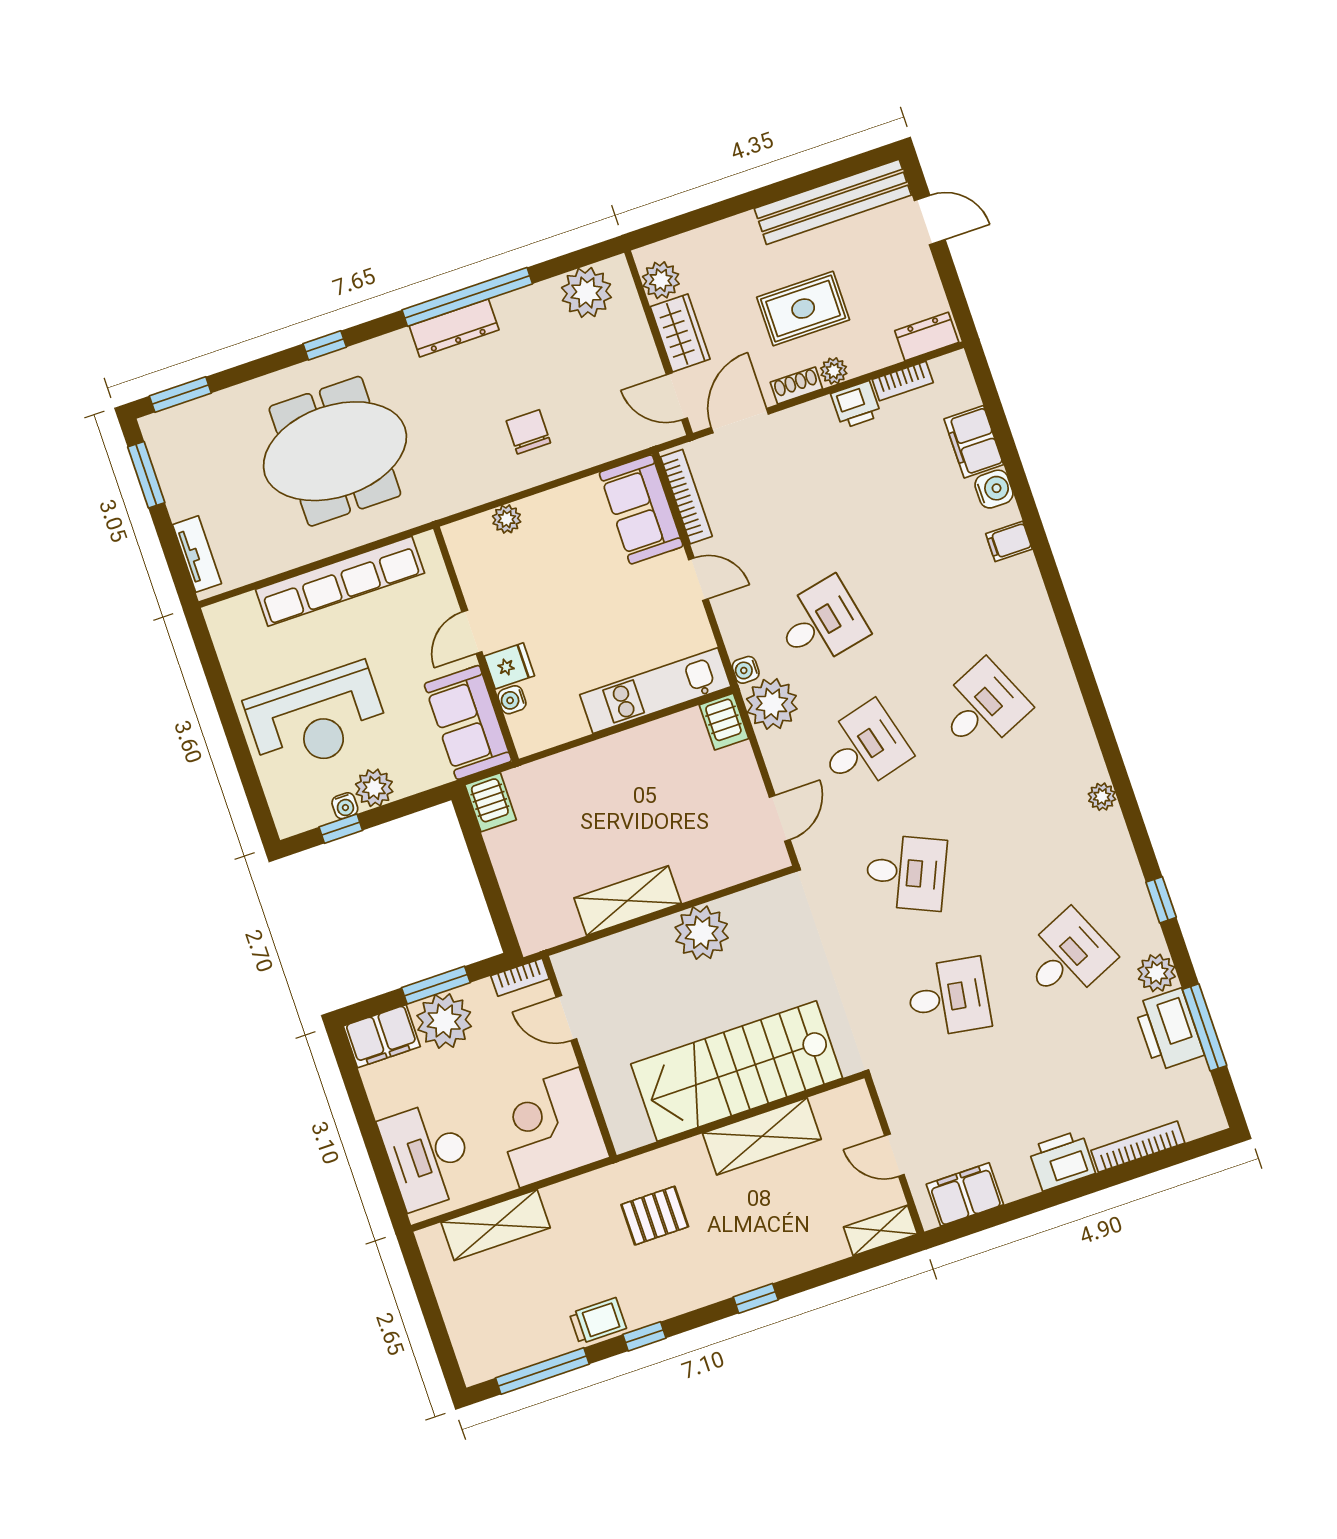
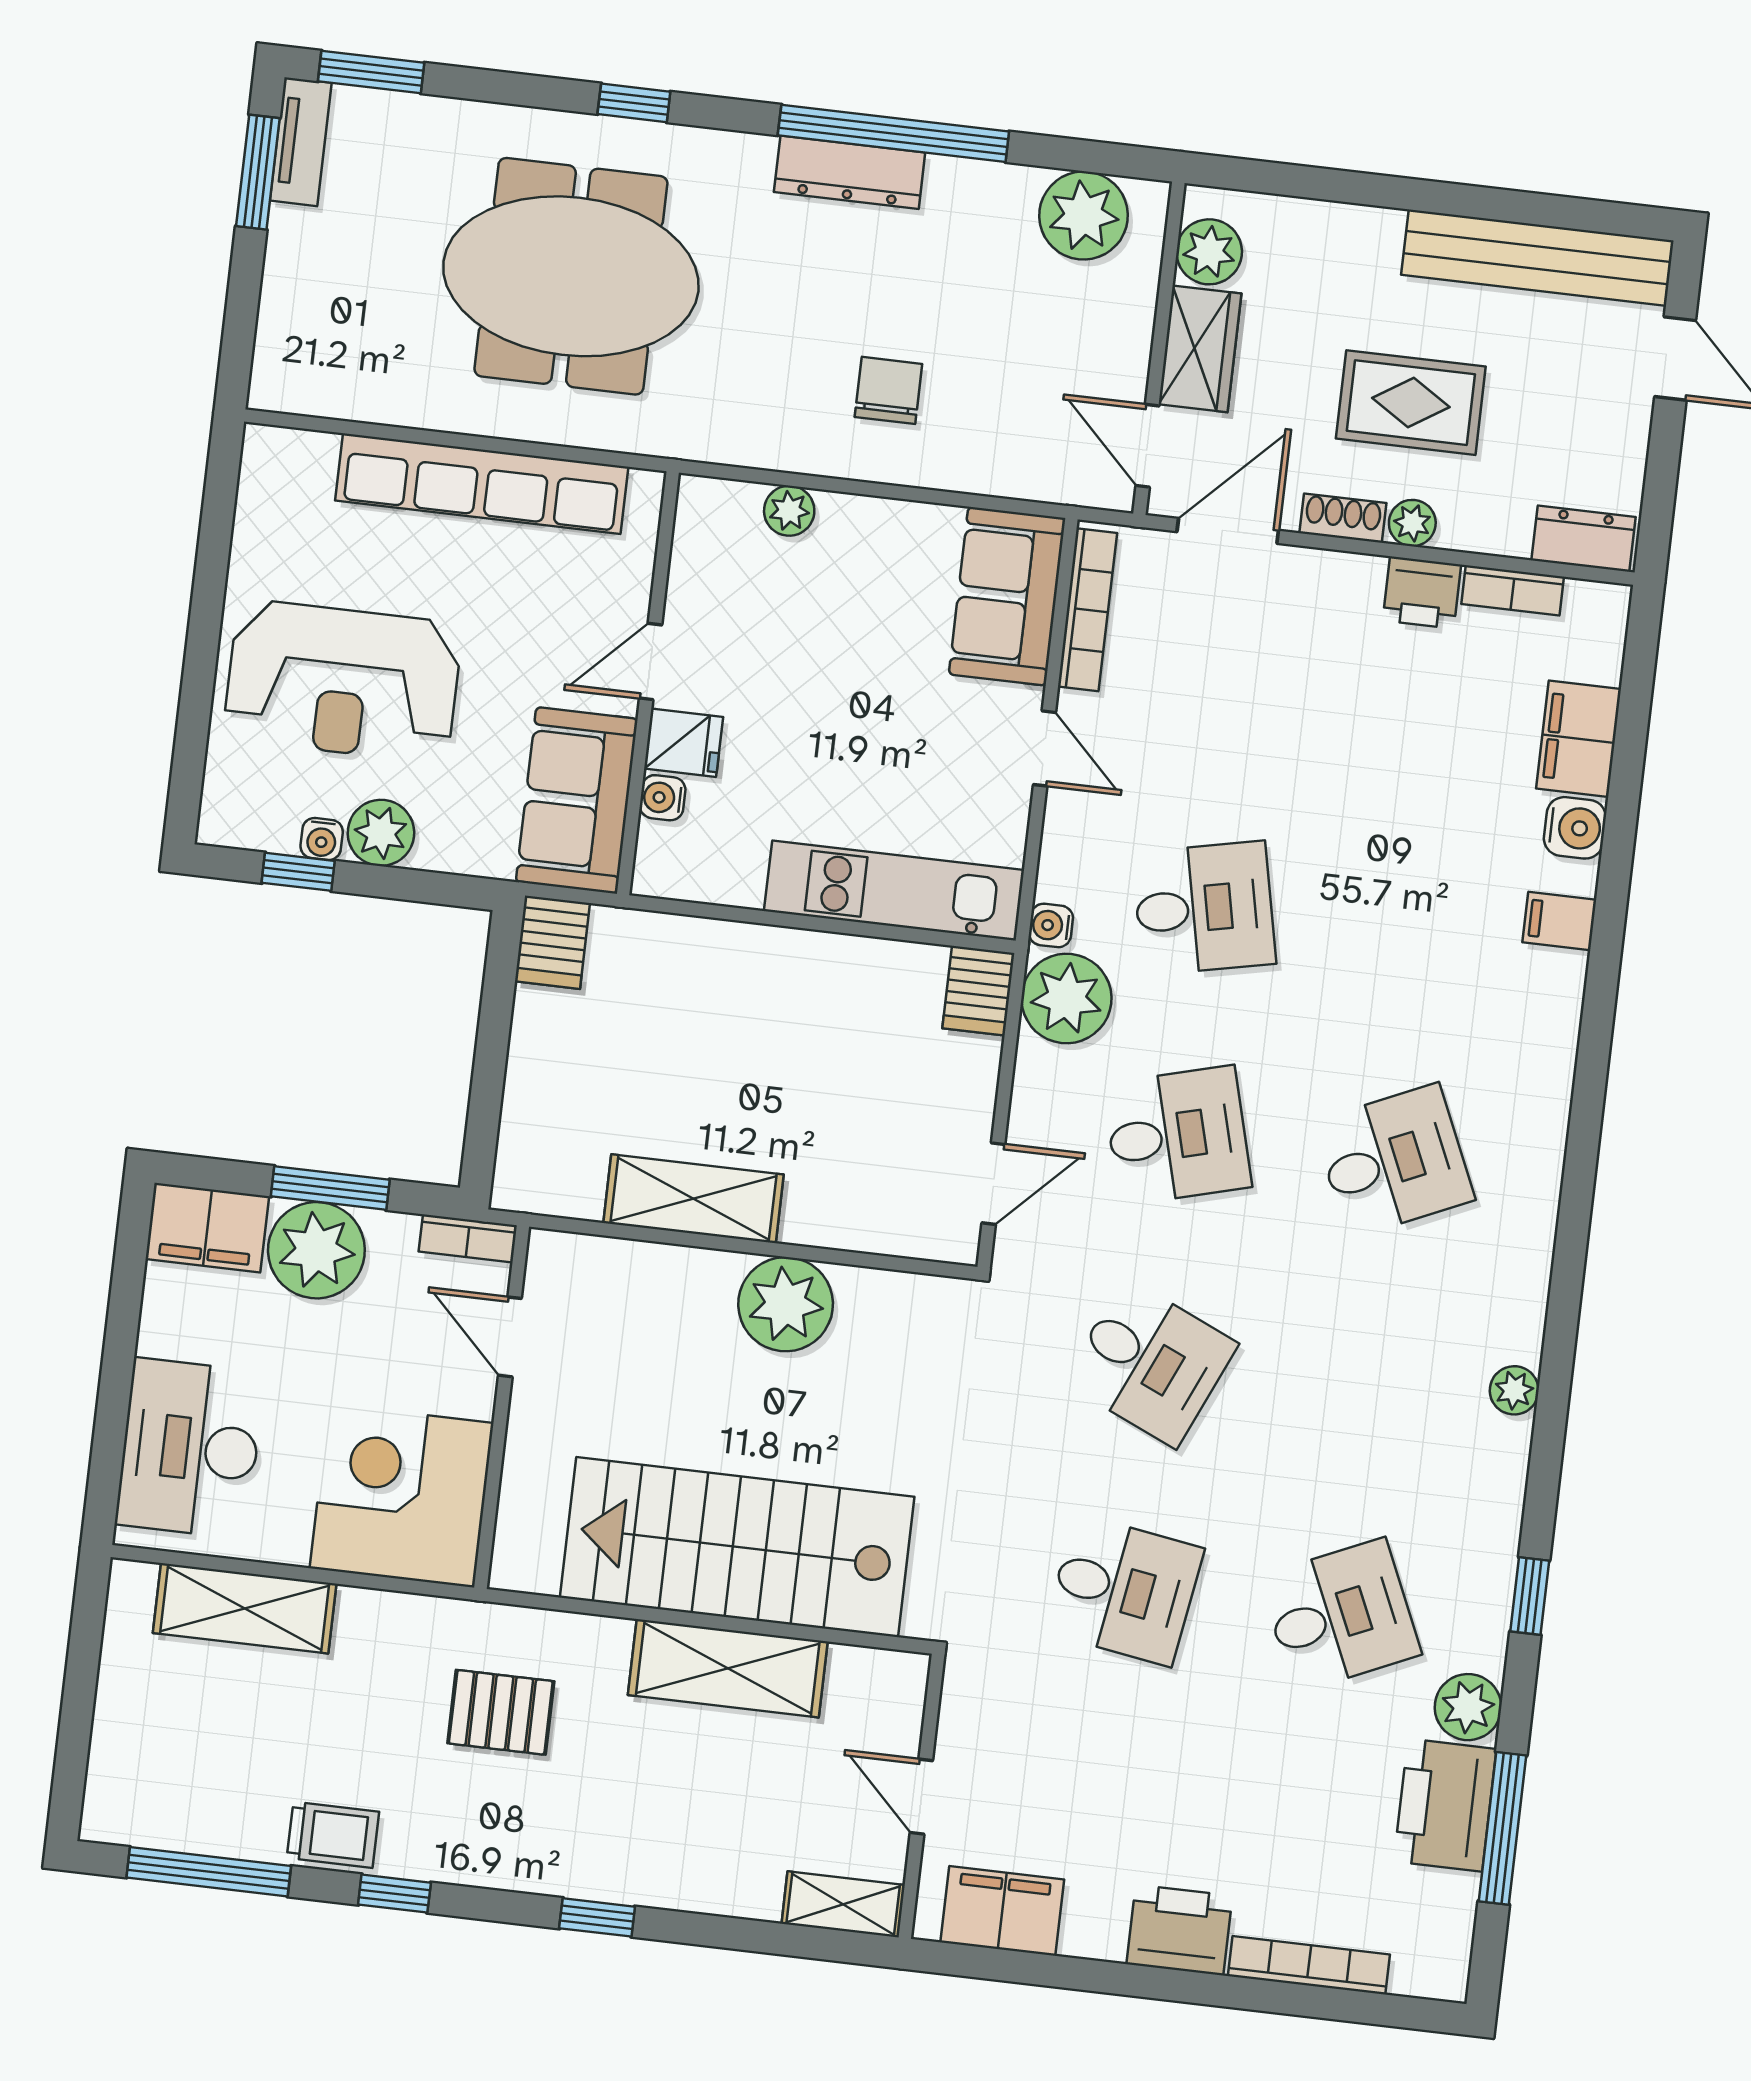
tv unit: (197, 554) -> (301, 142), moved

